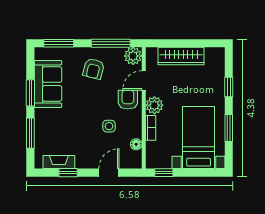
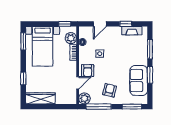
wardrobe: (181, 56) -> (40, 98), moved
plant: (154, 105) -> (71, 38), moved
window: (229, 128) -> (23, 41), moved

